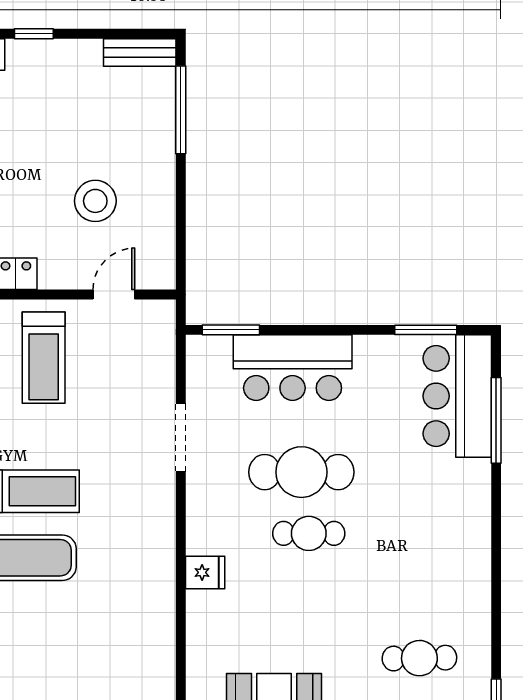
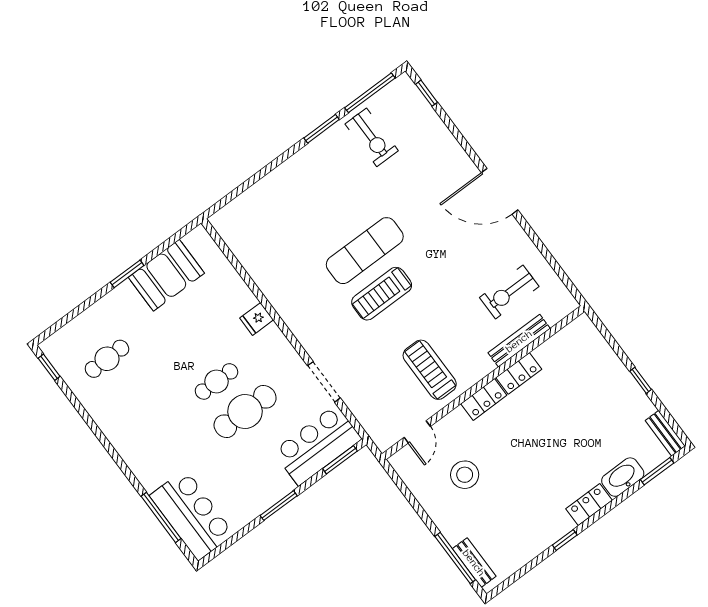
bench: (140, 52) -> (474, 563), moved, turned 90
window: (426, 330) -> (279, 506), moved
bar counter: (293, 368) -> (317, 445), moved

